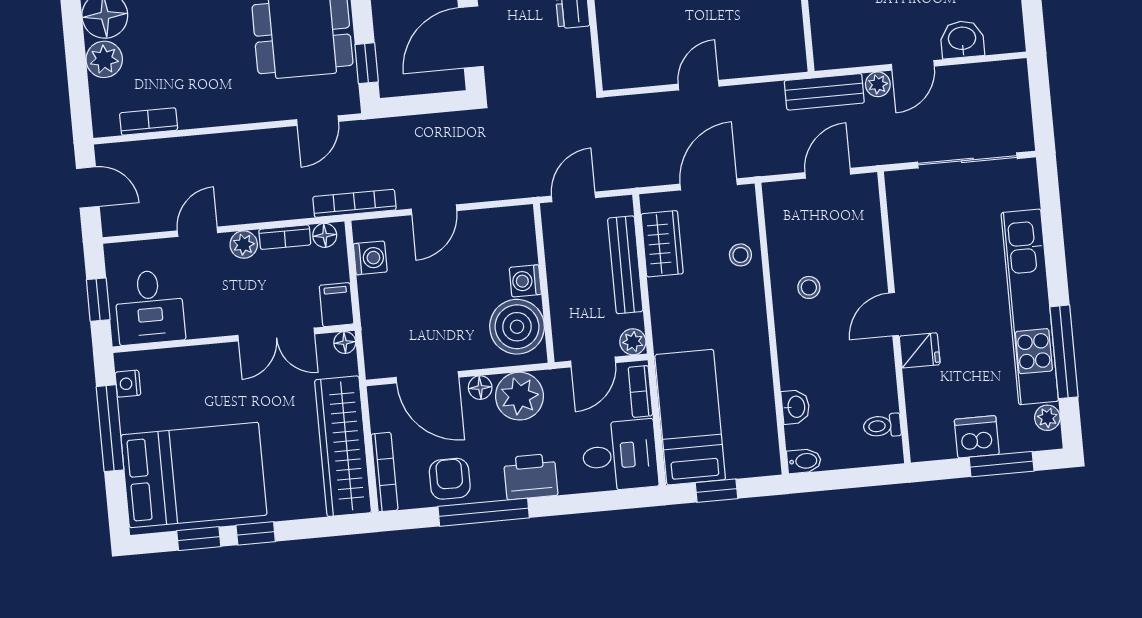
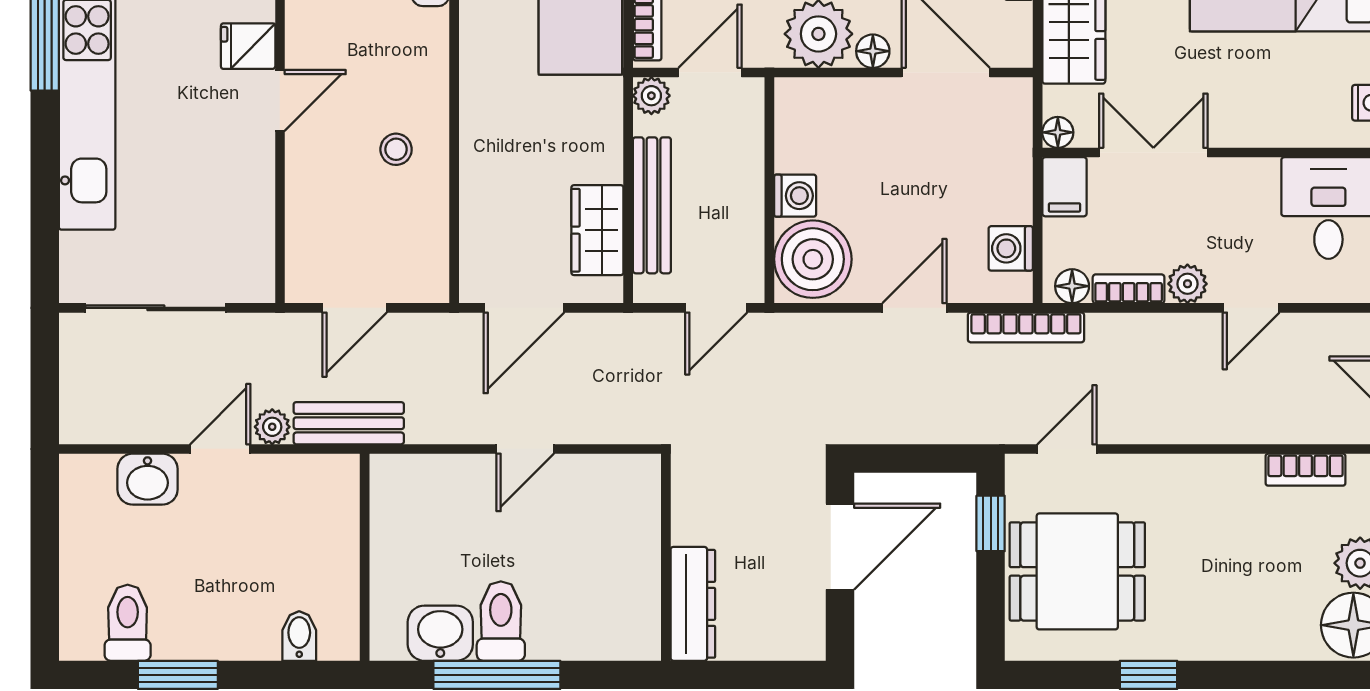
stool: (740, 255) -> (488, 204), removed
boiler: (517, 327) -> (813, 259), moved

